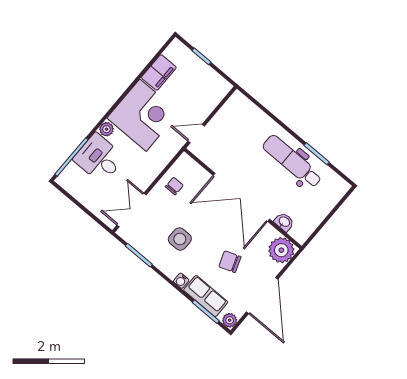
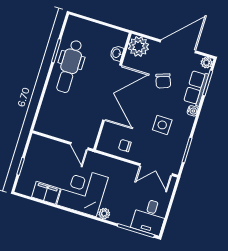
desk: (99, 158) -> (149, 216), moved

